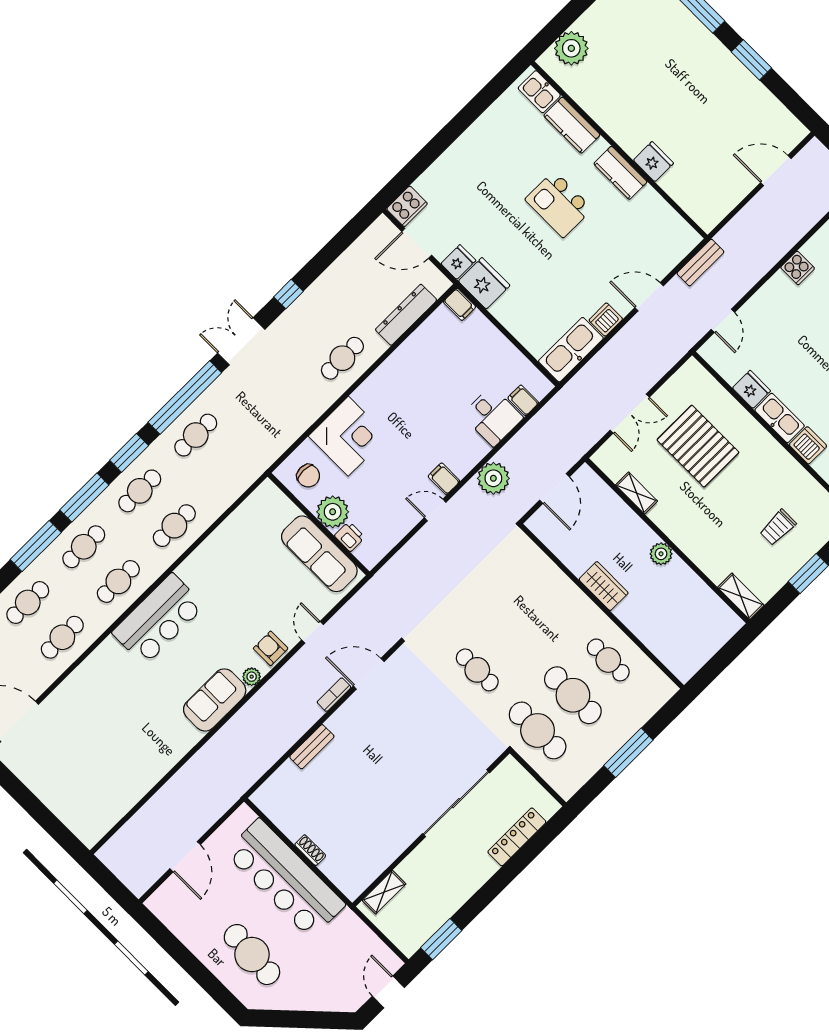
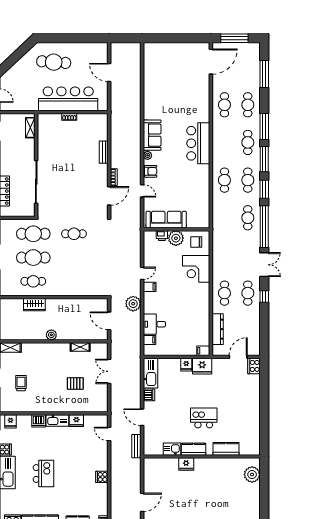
kitchen sink: (539, 92) -> (172, 449), moved
fridge: (458, 262) -> (186, 365), moved
door: (649, 297) -> (142, 417), swing flipped
pallet: (698, 446) -> (75, 383), width x0.49, depth x0.50
cafe table: (118, 581) -> (248, 293), moved
wardrobe: (604, 586) -> (34, 305), moved

